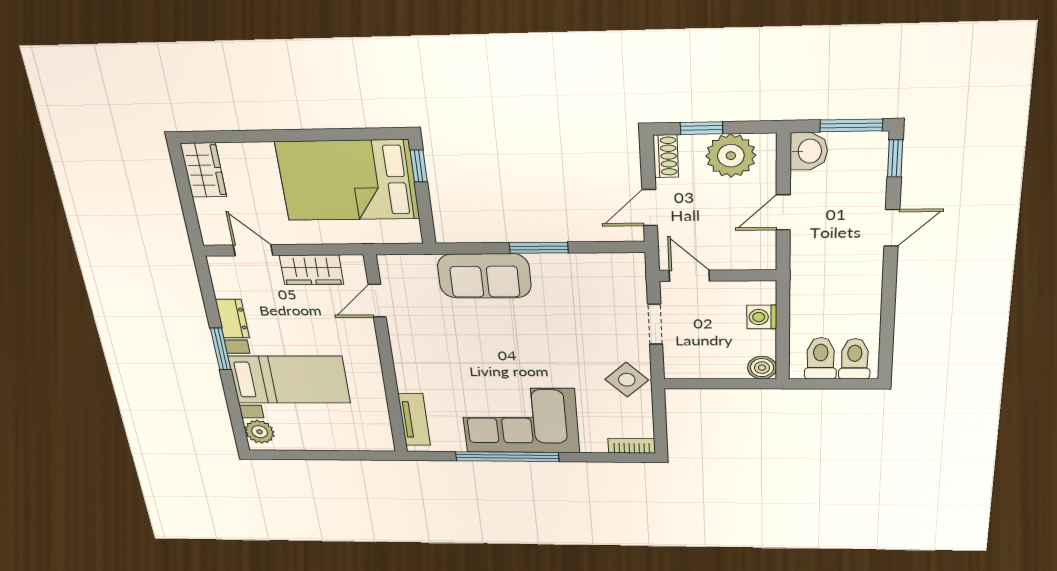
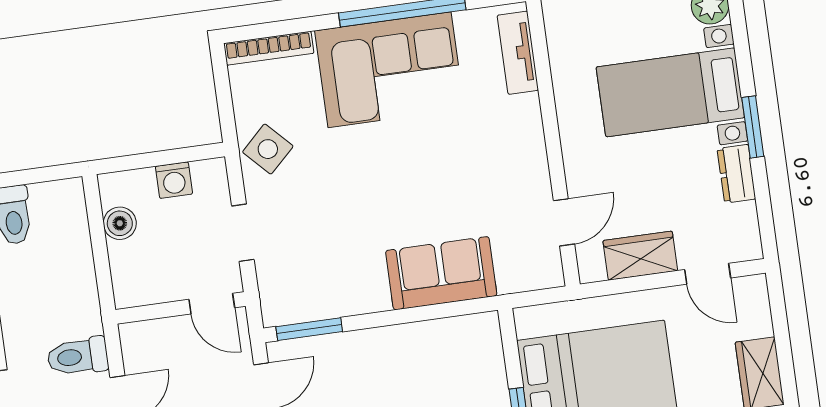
window: (539, 248) -> (309, 329), moved
washing machine: (762, 317) -> (174, 180), moved, turned 90
toilet: (821, 358) -> (78, 356), moved, turned 90
boiler: (762, 368) -> (120, 223), moved
bookcase: (632, 446) -> (269, 48), width x1.56

